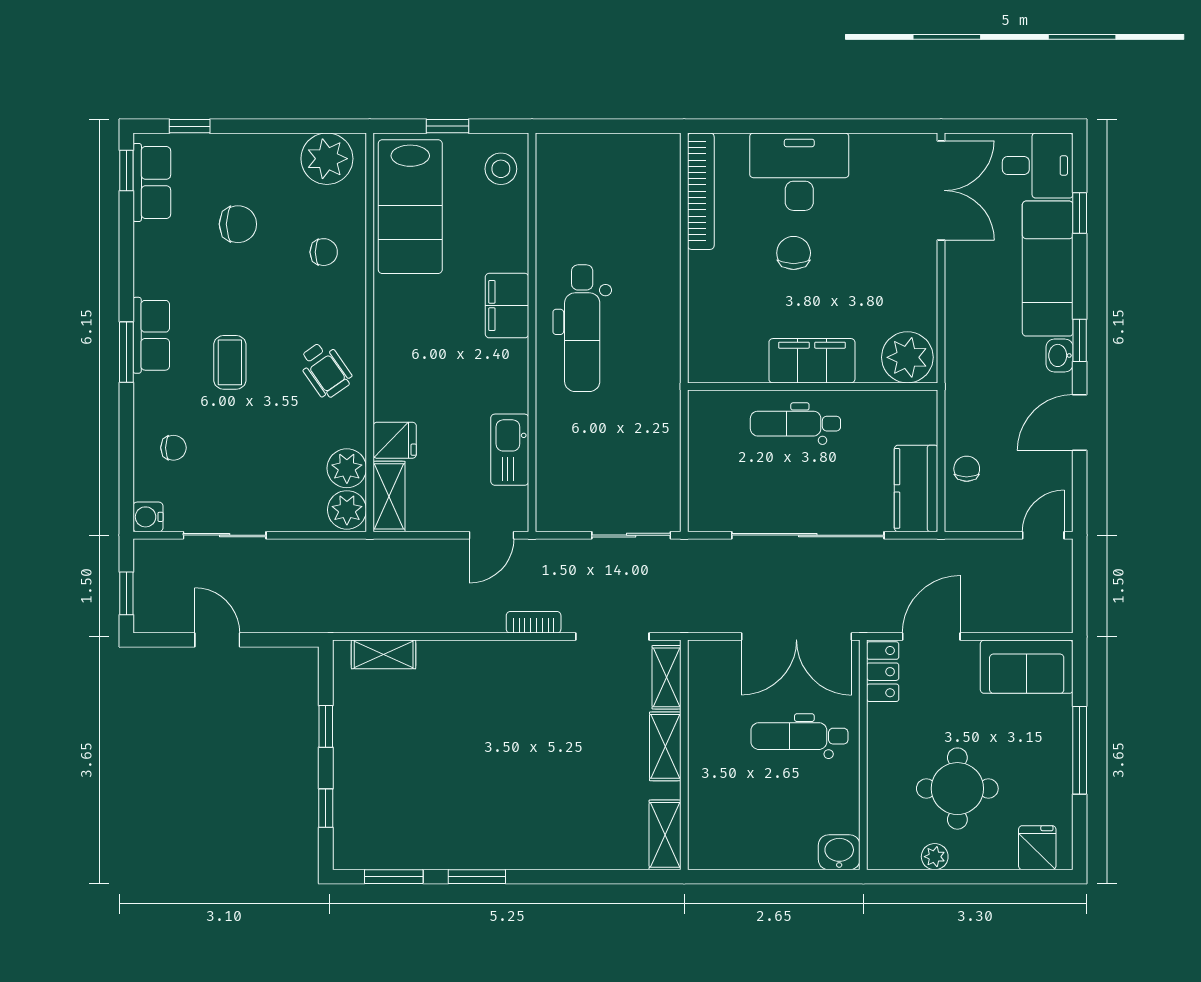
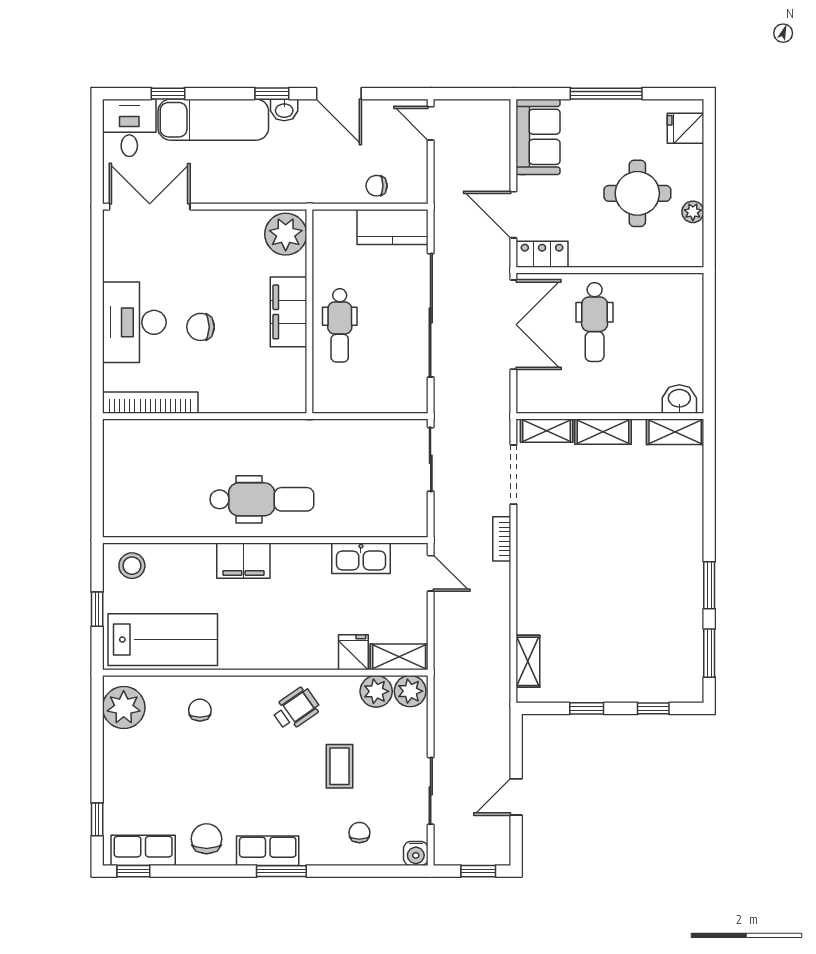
chair: (238, 224) -> (207, 839), moved
coffee table: (230, 362) -> (340, 766), moved, turned 90
washbasin: (839, 852) -> (679, 399), moved, turned 90

